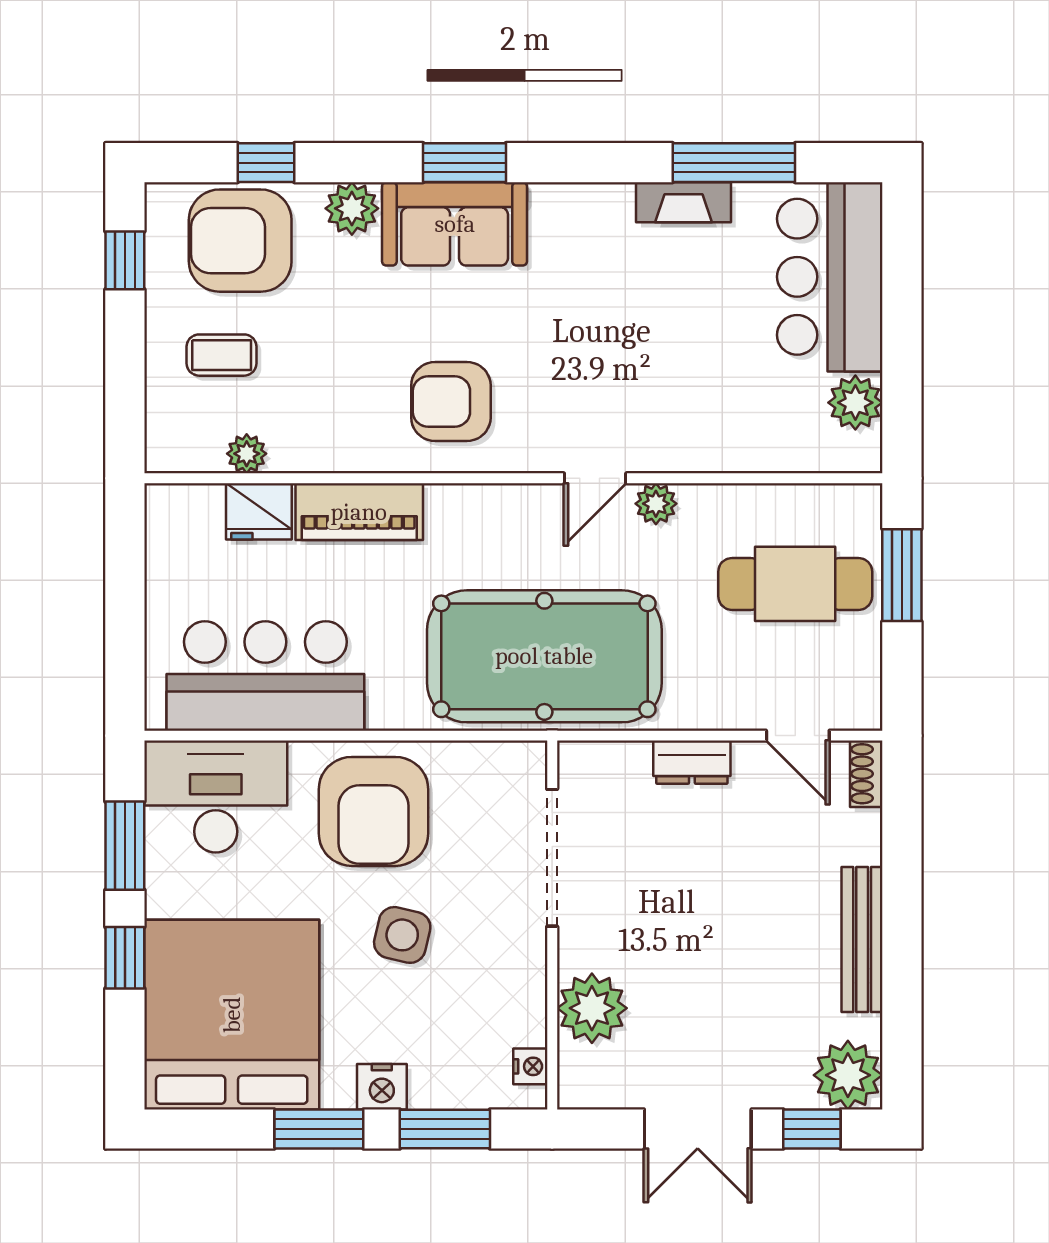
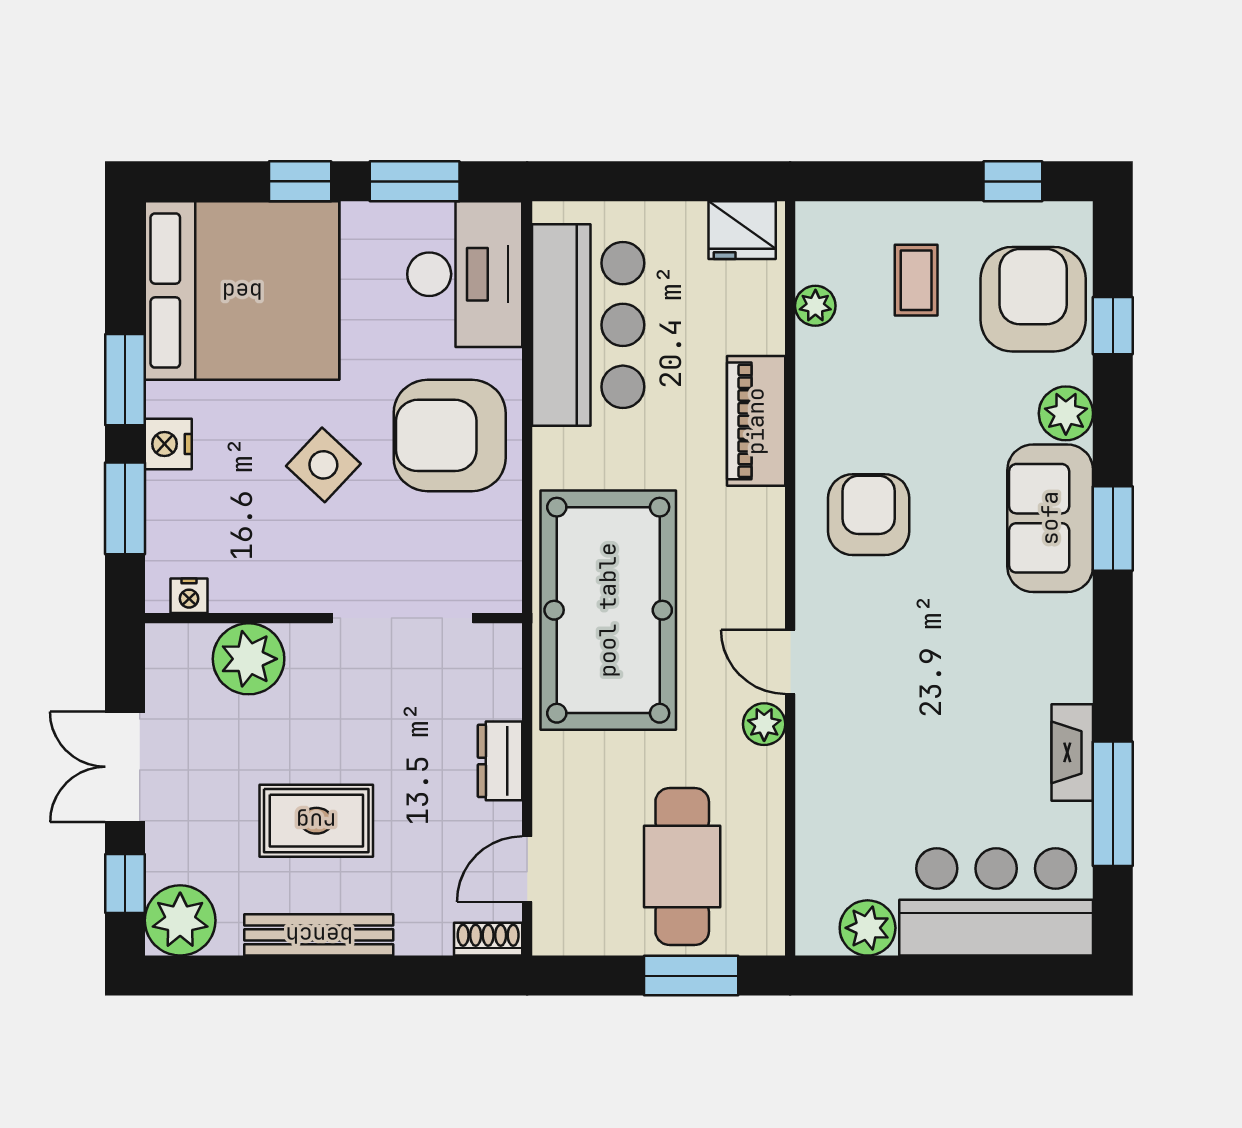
fridge: (259, 511) -> (742, 230), moved, turned -90
side table: (402, 935) -> (323, 465), turned 30
rug: (750, 942) -> (316, 821), added

